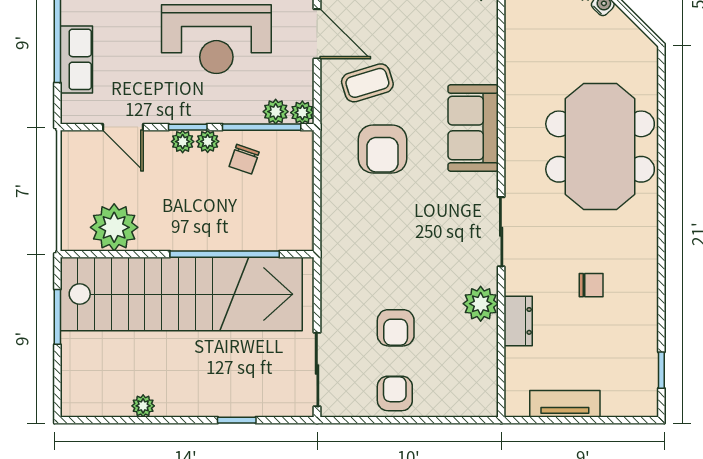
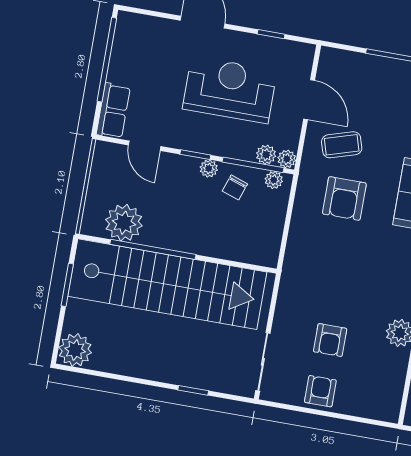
reception desk: (216, 39) -> (230, 90), turned 180
row of seats: (76, 59) -> (113, 111), moved
plant: (183, 142) -> (274, 180), moved
window: (225, 254) -> (153, 249), moved
plant: (143, 406) -> (75, 350), moved, width x1.88, depth x1.88

